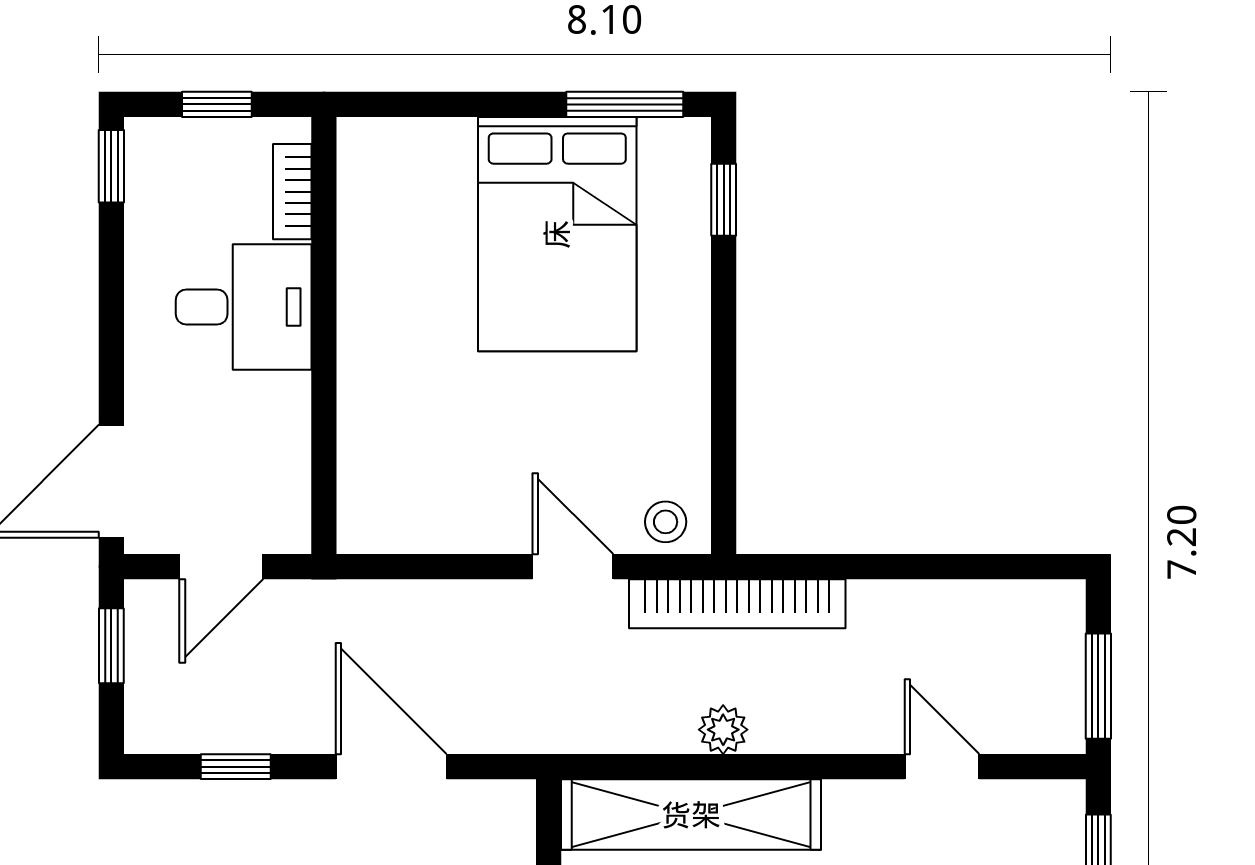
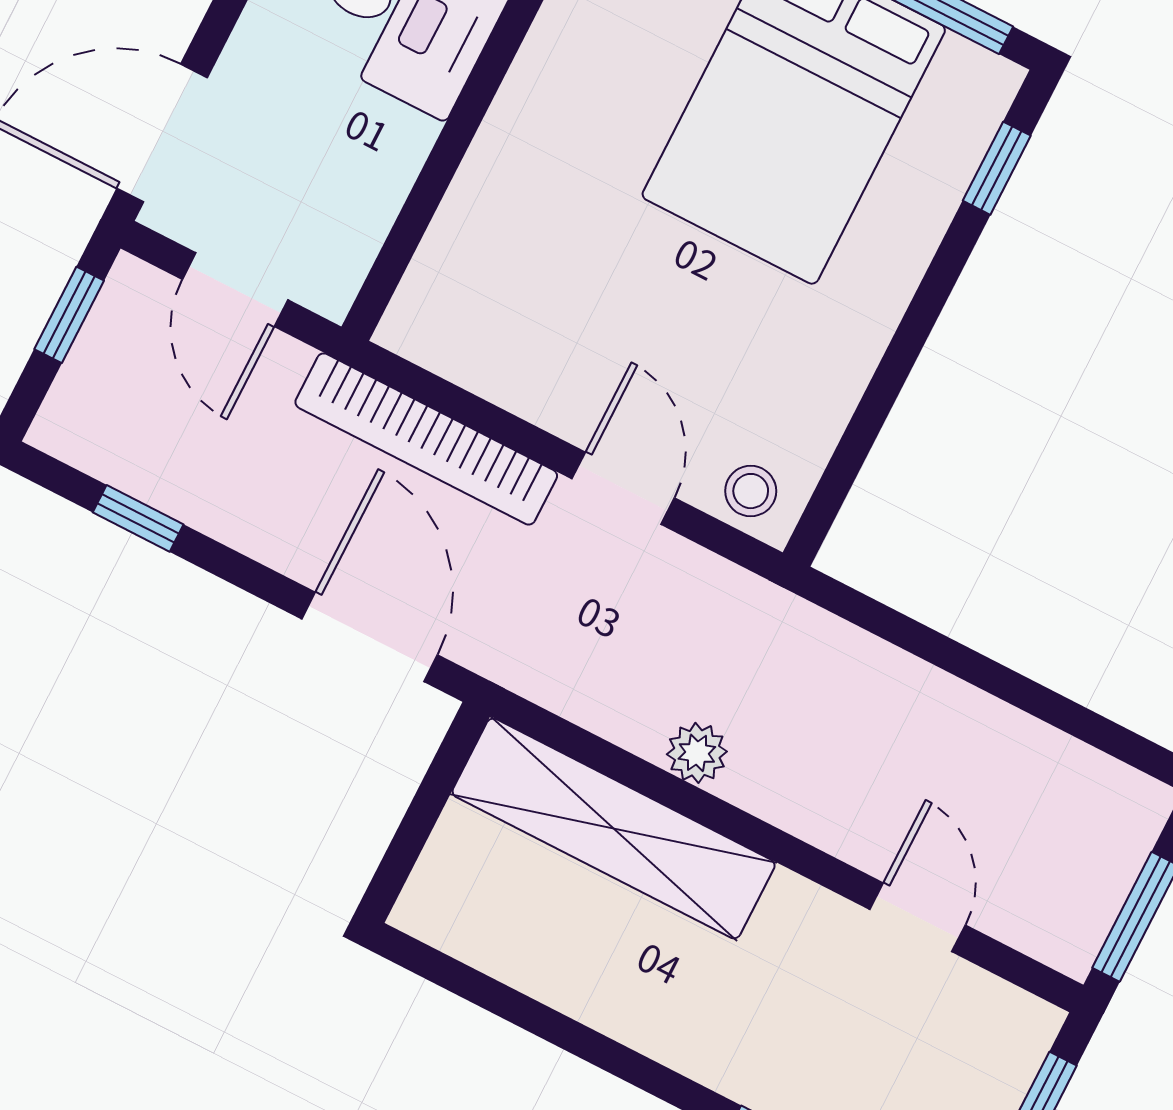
door: (221, 567) -> (235, 290), hinge flipped
bookcase: (737, 604) -> (426, 439), moved
door: (391, 767) -> (370, 637), moved

